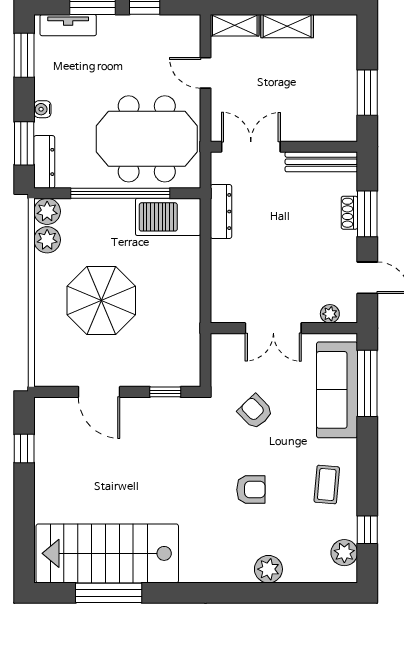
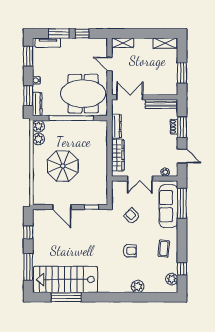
shelving: (287, 26) -> (165, 43), moved
barbecue: (168, 217) -> (93, 129), removed
wardrobe: (224, 276) -> (118, 155), added
window: (24, 525) -> (28, 267), added

